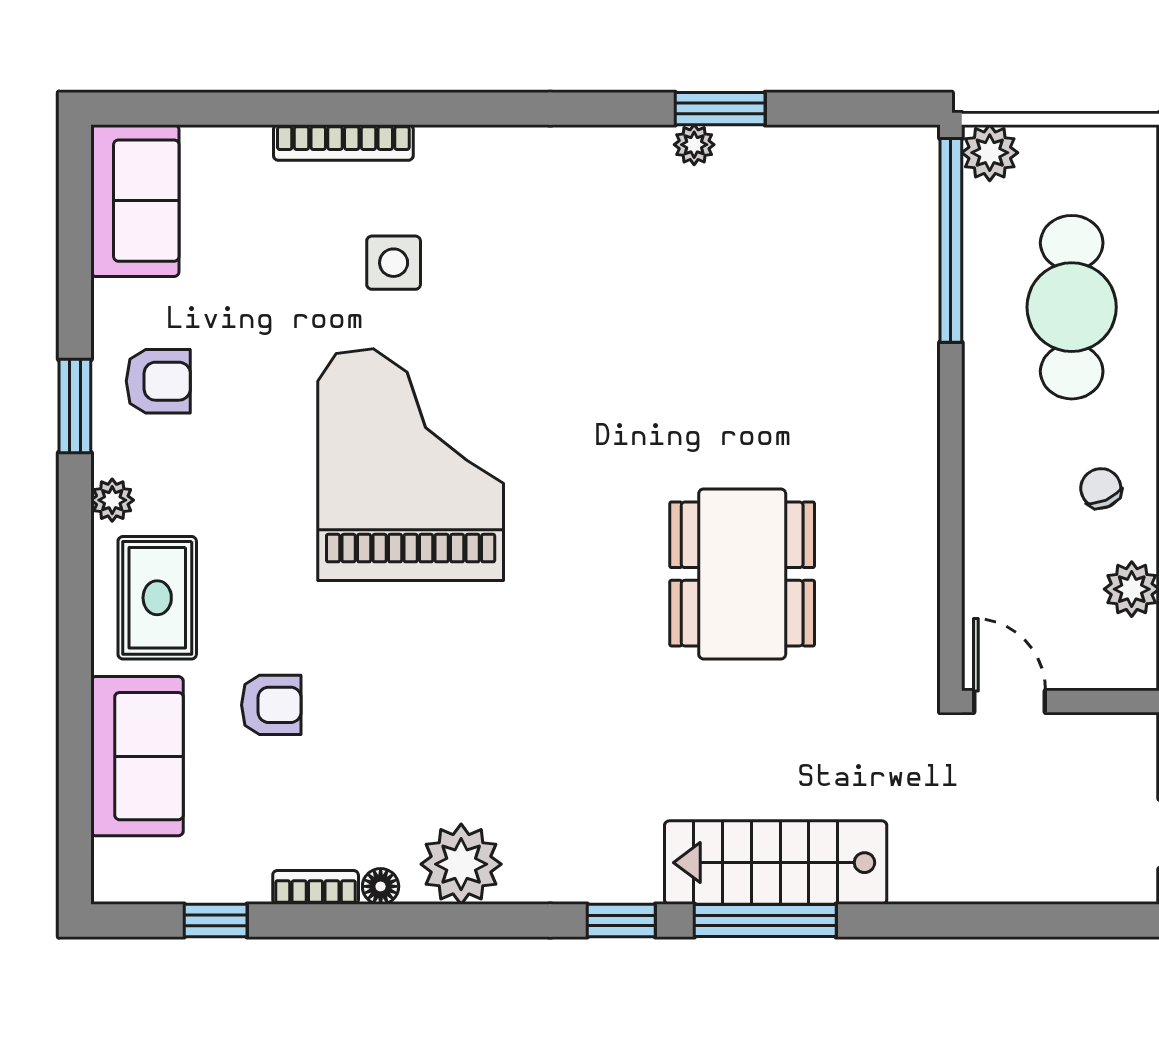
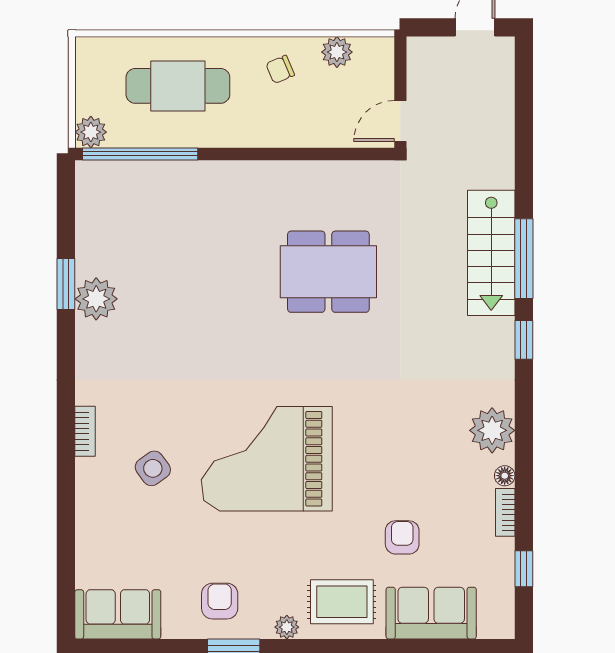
bookcase: (343, 142) -> (85, 431), moved, width x0.64
plant: (694, 145) -> (96, 299), width x1.87, depth x1.87
side table: (394, 263) -> (153, 468), turned -36

